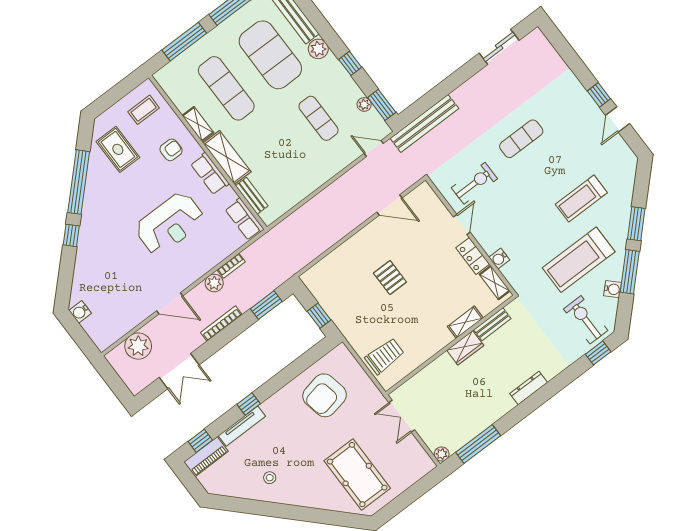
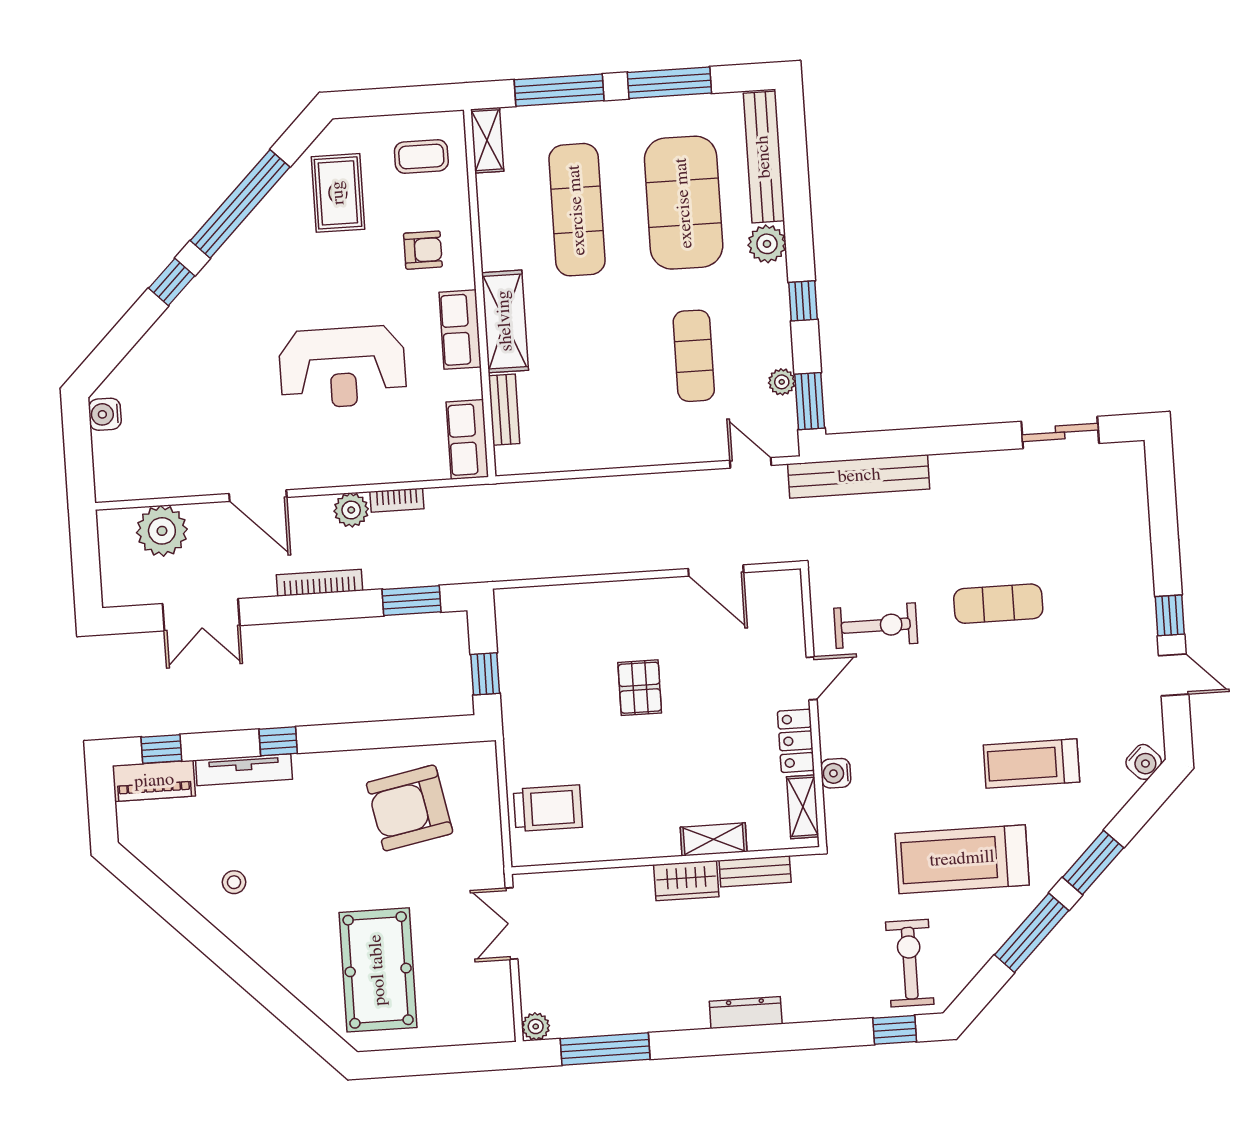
door: (618, 119) -> (1174, 675), swing flipped
shelving: (198, 124) -> (487, 140), moved
water cooler: (613, 289) -> (1144, 762), moved

